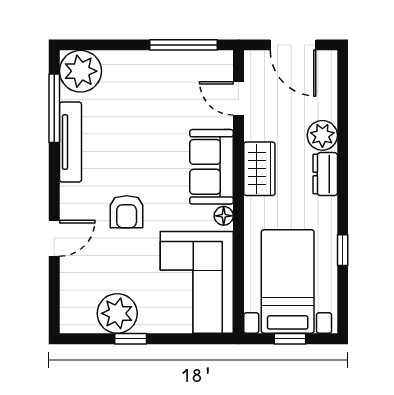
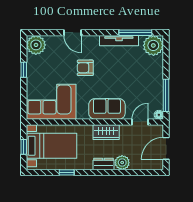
floor lamp: (224, 216) -> (159, 115), moved
plant: (117, 313) -> (36, 45), moved

